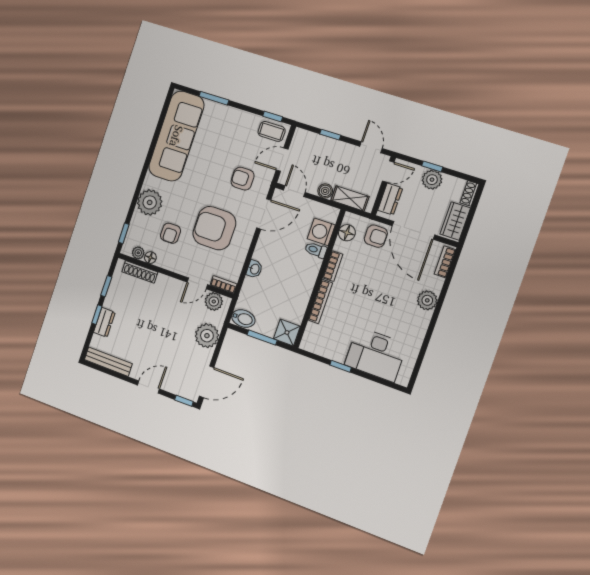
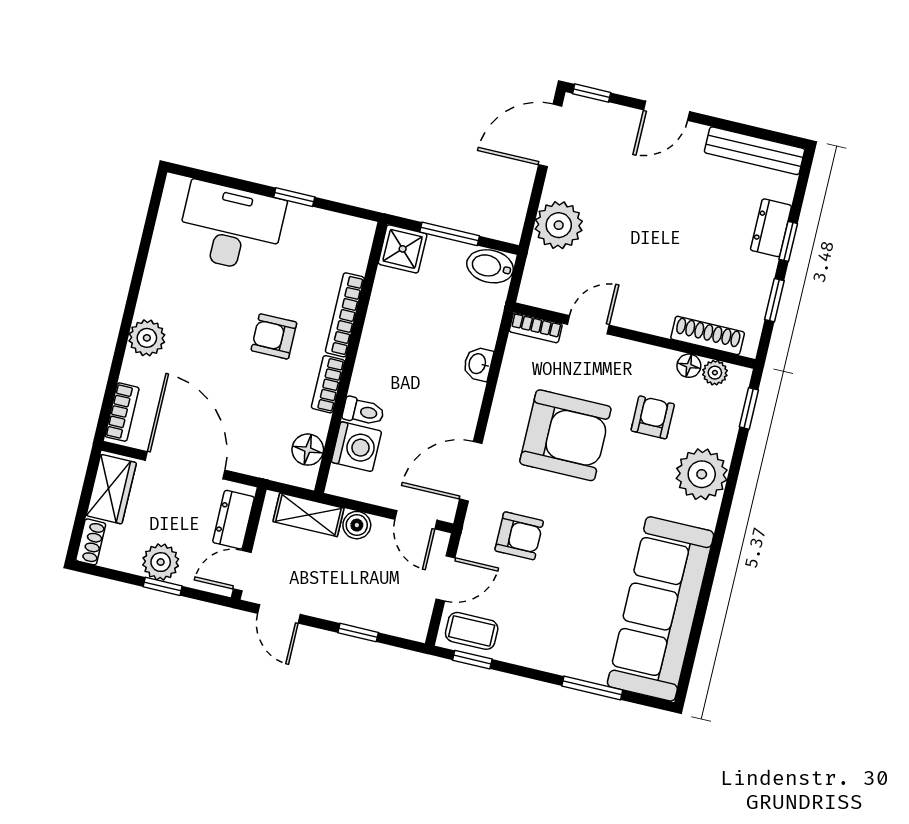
armchair: (376, 236) -> (274, 336), moved
plant: (214, 301) -> (552, 293), removed

